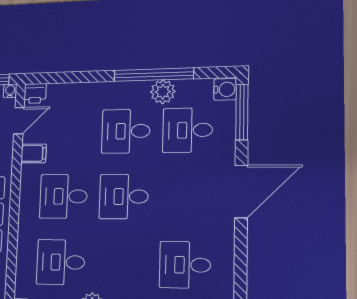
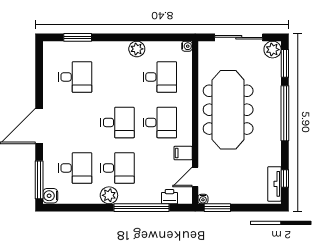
window: (154, 75) -> (142, 208), moved
plant: (163, 92) -> (109, 195), moved
printer: (35, 93) -> (170, 197), moved

